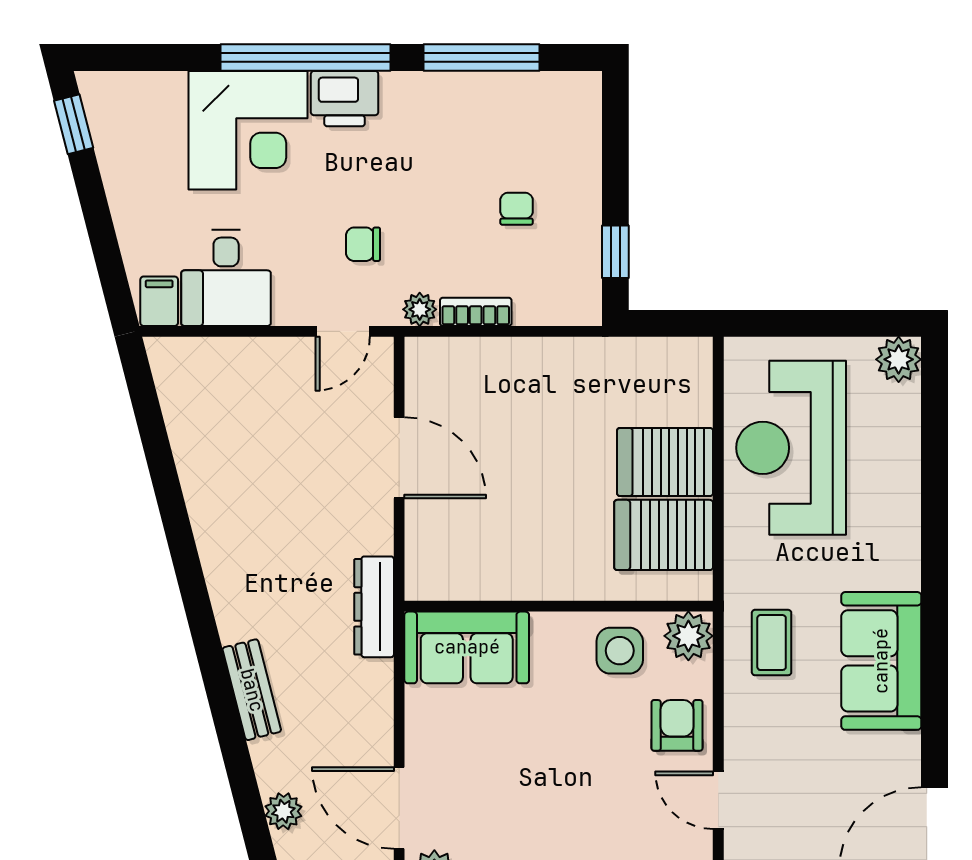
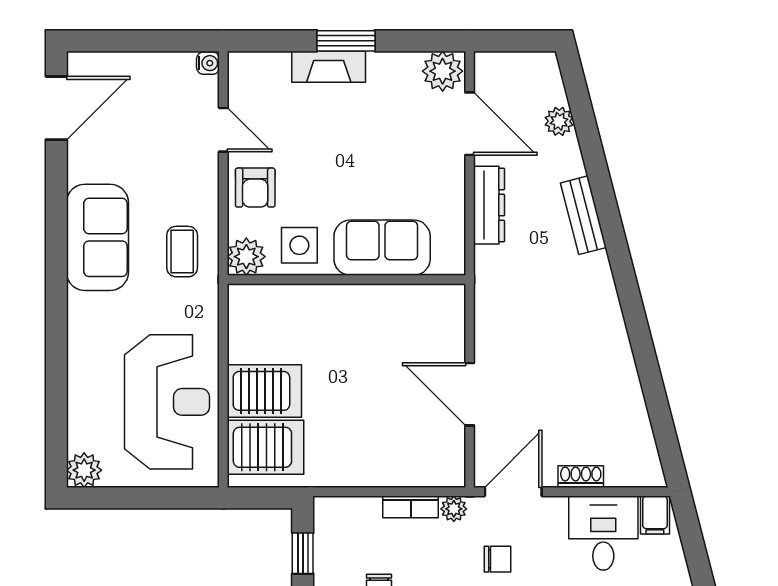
door: (343, 331) -> (513, 492), width x1.38
shoe rack: (255, 351) -> (581, 477), added
server rack: (664, 535) -> (265, 447), moved
dresser: (374, 607) -> (489, 205), moved
sofa: (467, 647) -> (382, 248), moved

